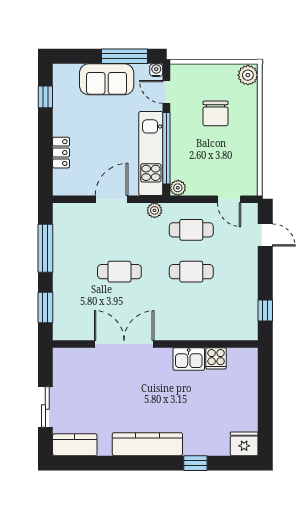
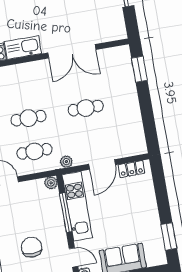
window: (45, 97) -> (169, 236), width x1.50
window: (166, 148) -> (66, 213), width x0.68
locker: (61, 153) -> (131, 169), moved, turned -90
window: (45, 248) -> (148, 116), removed
kitchen sink: (189, 359) -> (23, 48), width x1.38

